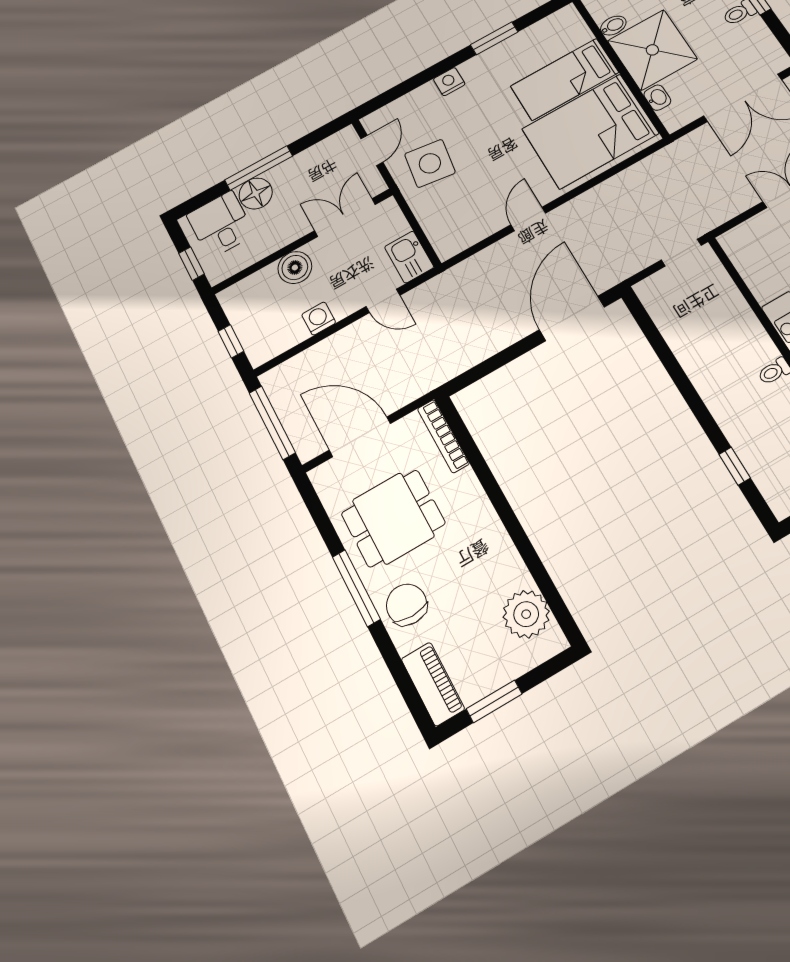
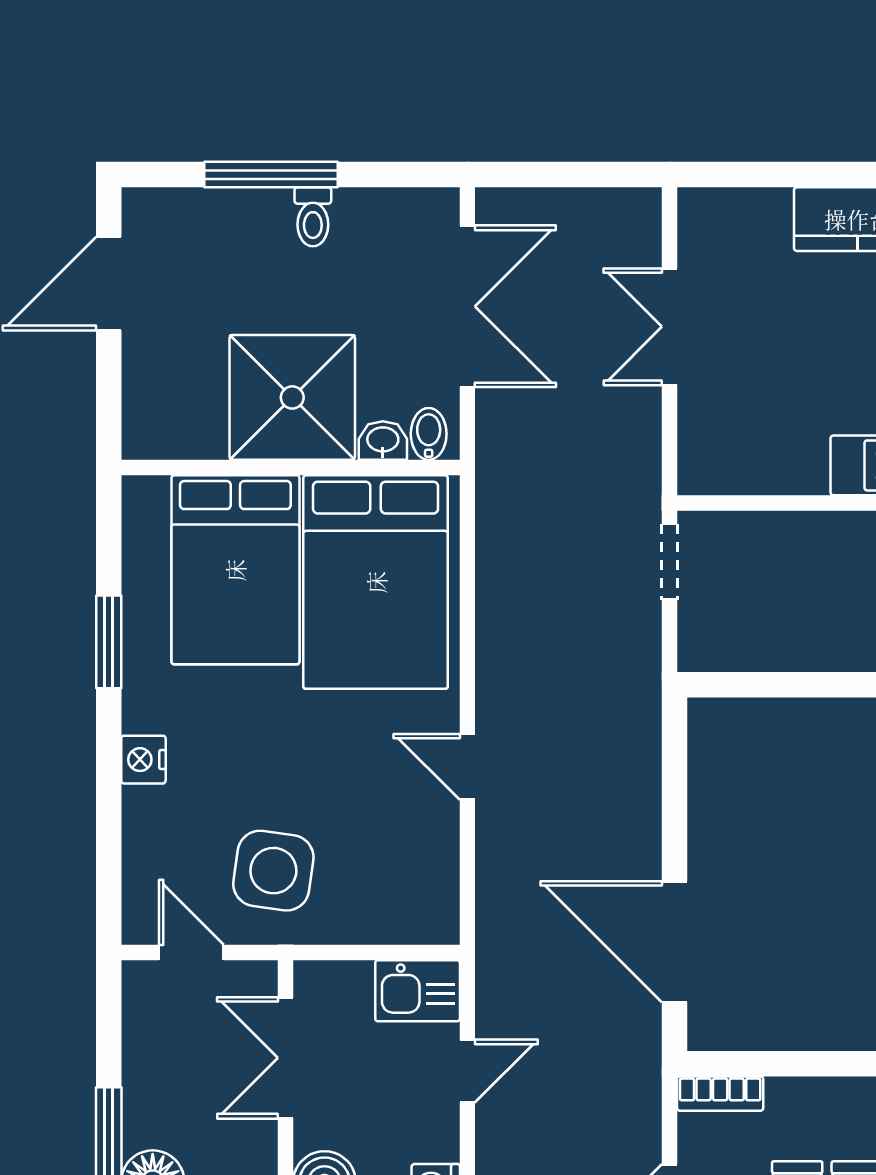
bidet: (613, 26) -> (429, 434), moved
bed: (565, 79) -> (235, 570), width x1.50
door: (572, 318) -> (675, 942), moved
bookcase: (443, 436) -> (720, 1094), width x0.64

